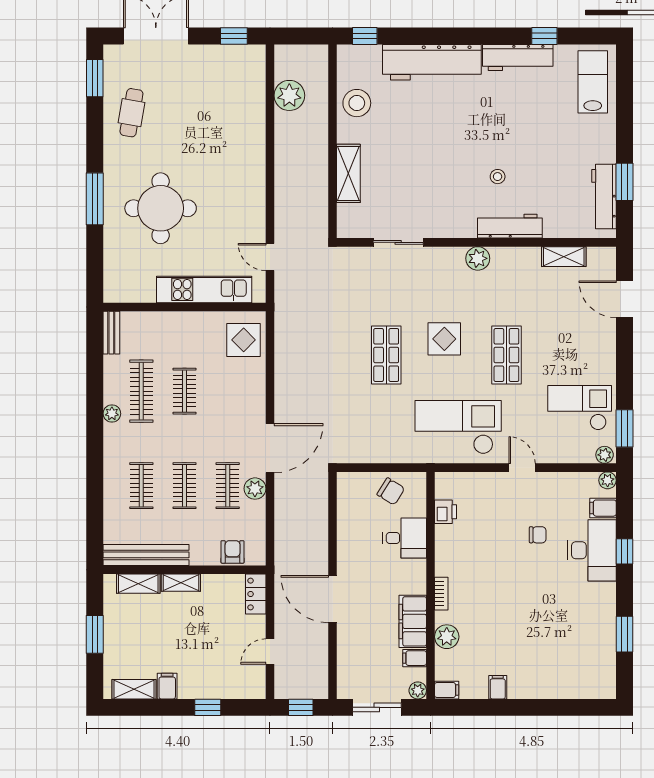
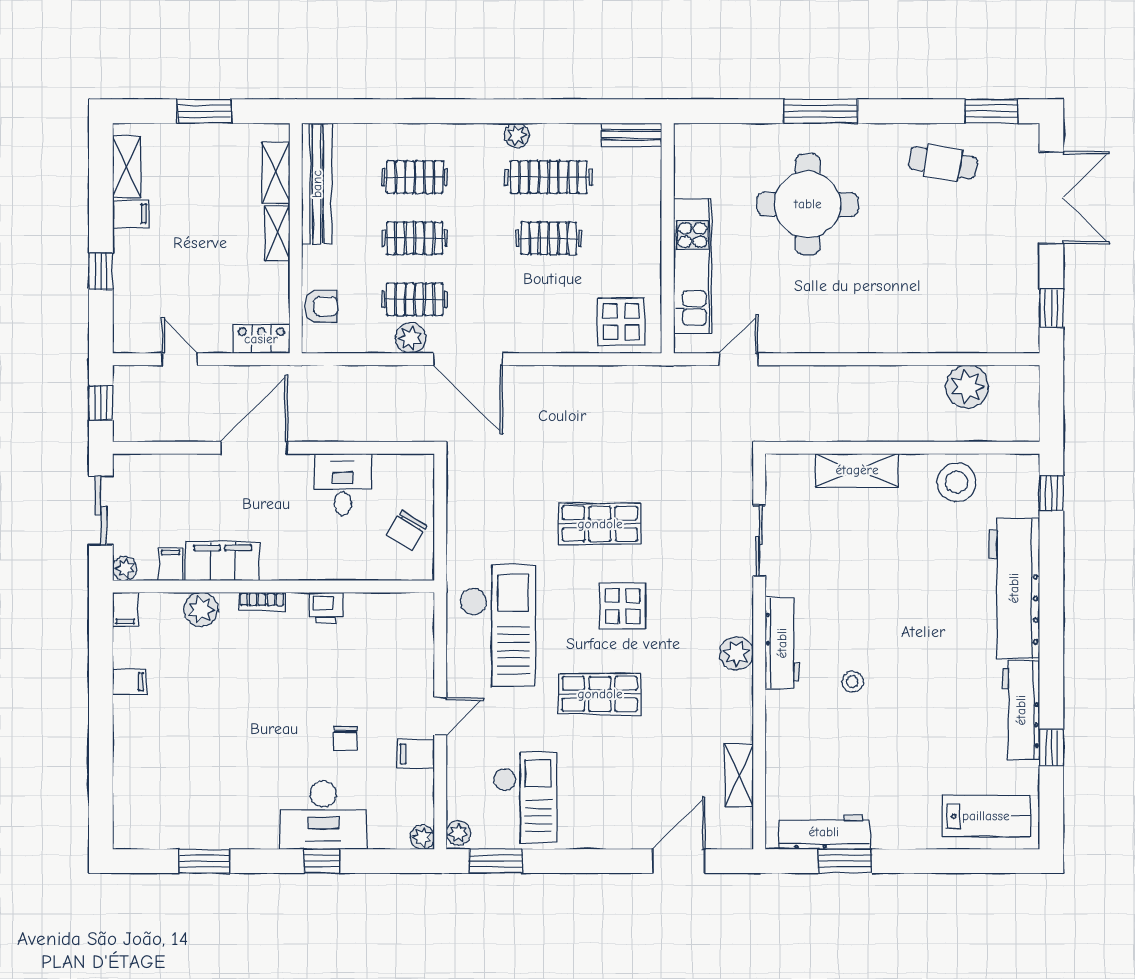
workbench: (510, 226) -> (782, 643), moved
filing cabinet: (603, 508) -> (416, 754), moved, turned -90
printer: (446, 512) -> (326, 608), moved
desk: (405, 538) -> (343, 484), moved, turned 180

